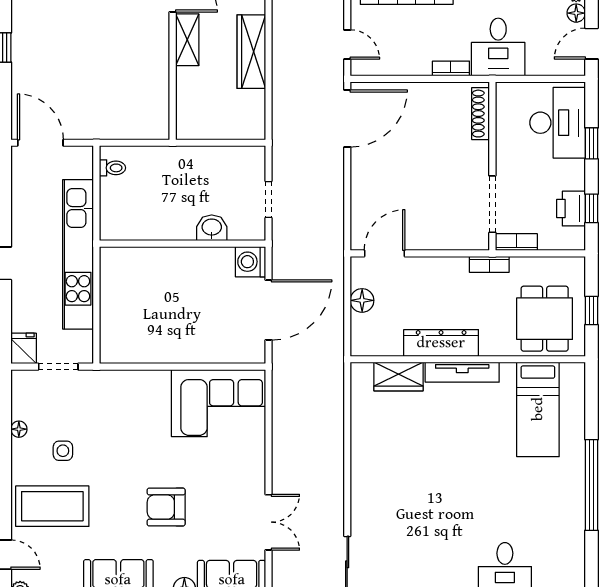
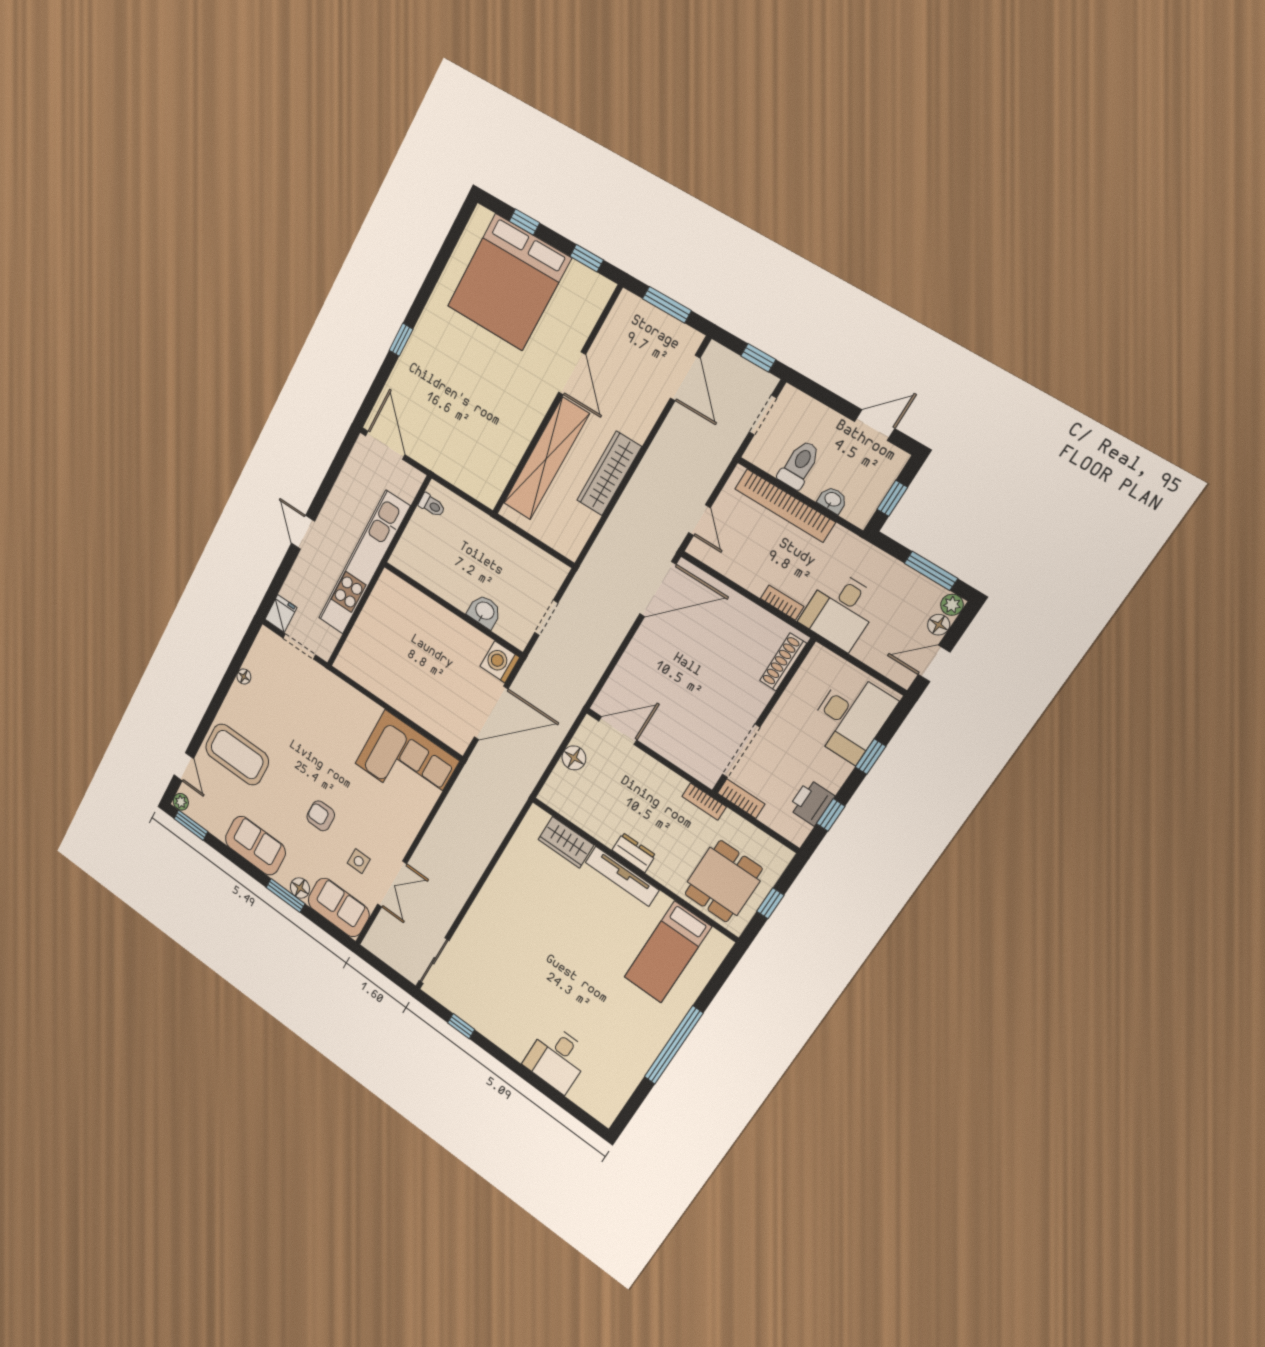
shelving: (187, 40) -> (546, 459), width x2.20, depth x1.33
dresser: (441, 343) -> (634, 853), width x0.51, depth x0.80
side table: (63, 451) -> (359, 861), moved
armchair: (166, 507) -> (321, 816), width x0.72, depth x0.72

